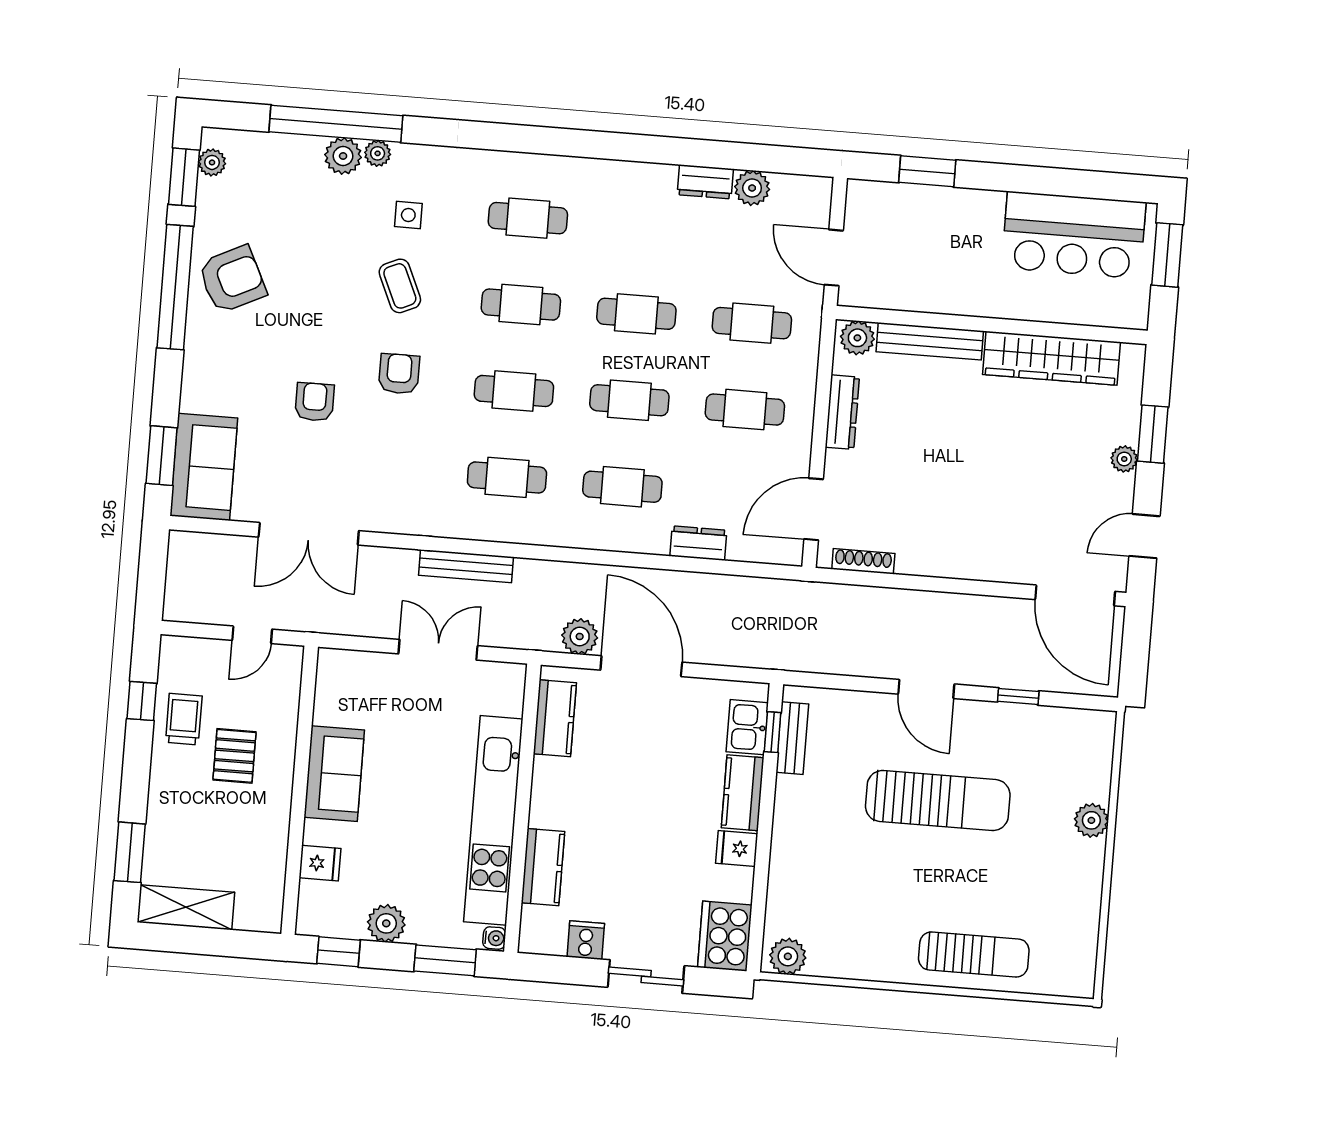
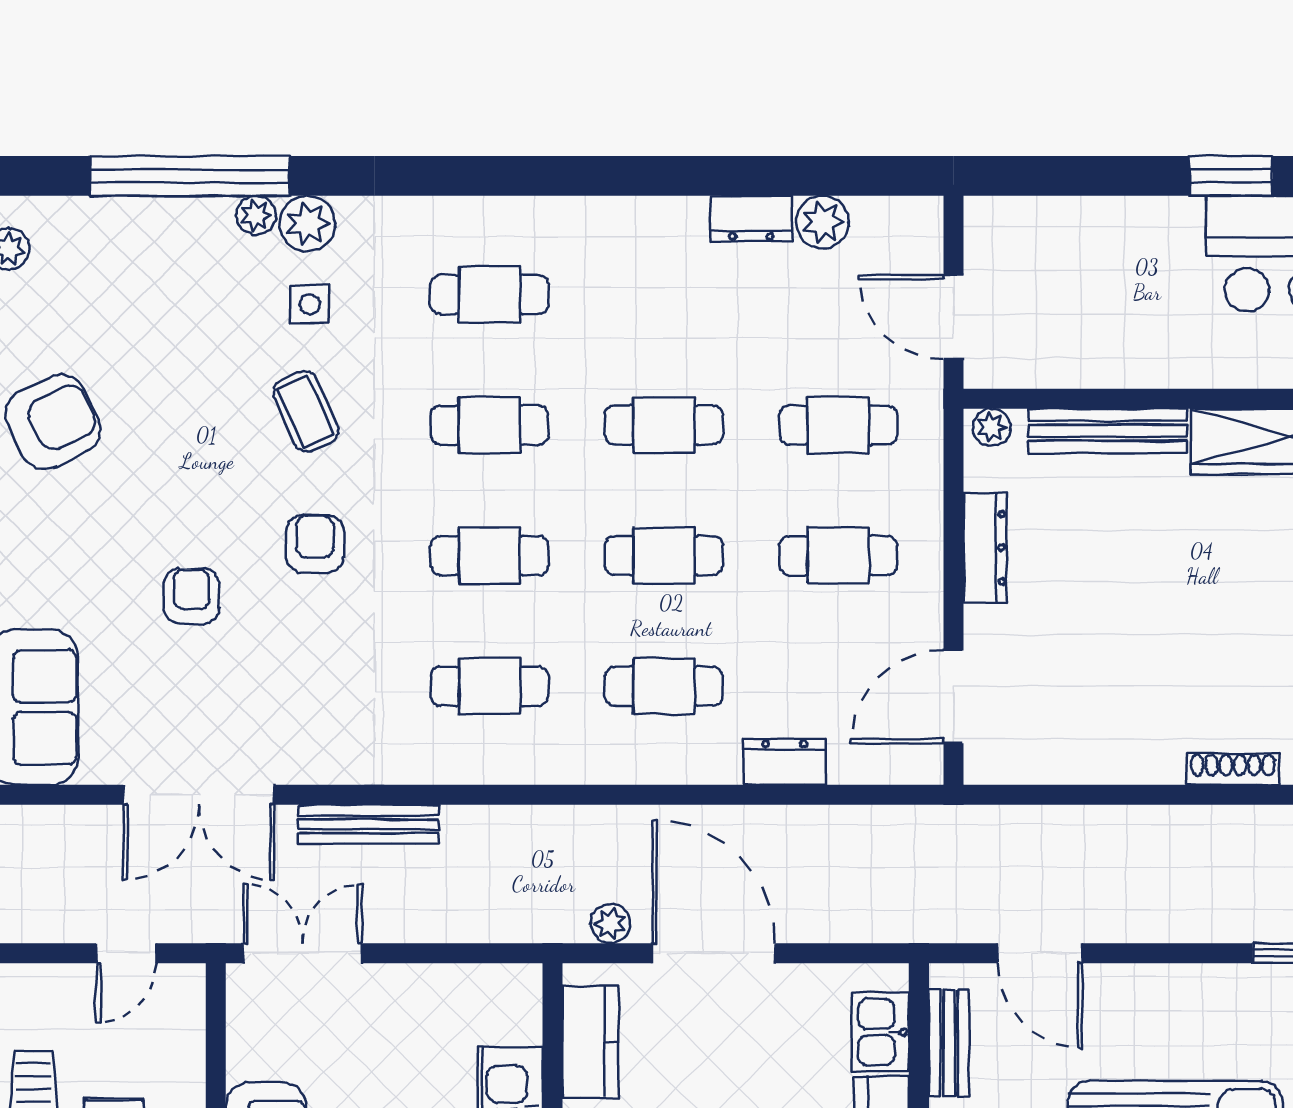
plant: (343, 156) -> (307, 224), moved
window: (927, 171) -> (1231, 176), moved
plant: (857, 338) -> (992, 427), width x0.73, depth x0.73
shoe rack: (863, 561) -> (1233, 769), moved
bench: (466, 566) -> (369, 824), moved
plant: (580, 636) -> (610, 924), width x0.73, depth x0.73
double door: (438, 650) -> (303, 953), moved
door: (926, 689) -> (1040, 953), moved
window: (773, 732) -> (919, 1037), removed

